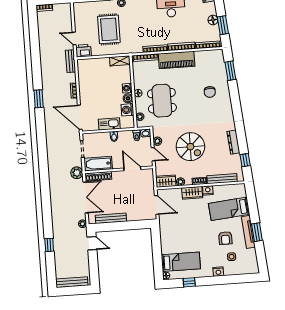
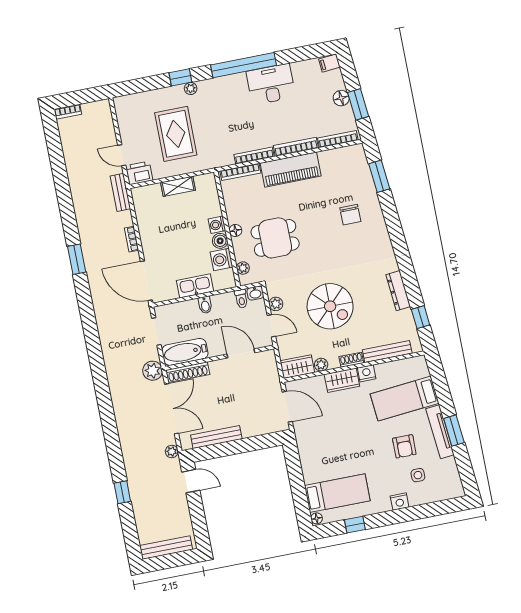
shelving: (120, 61) -> (178, 186), moved
dining table: (162, 101) -> (275, 238), width x0.73

